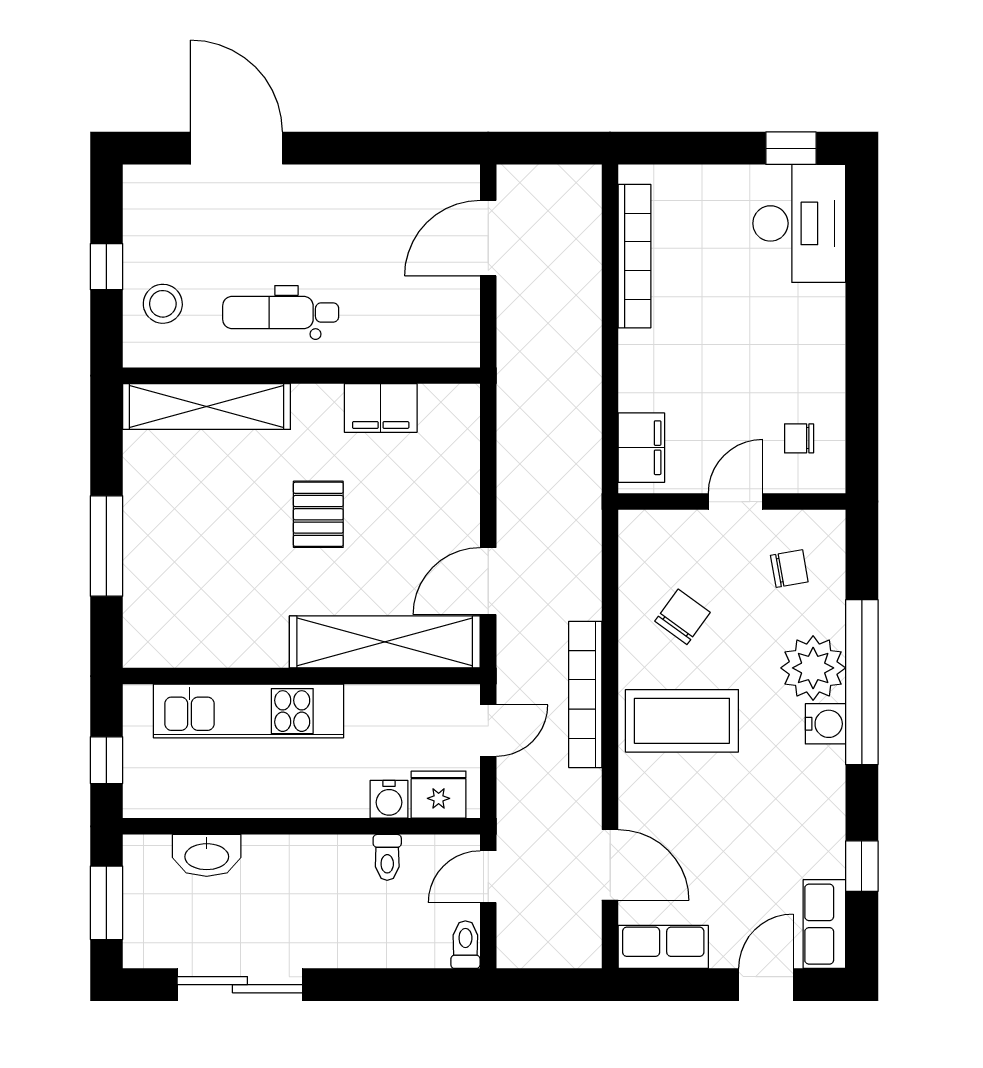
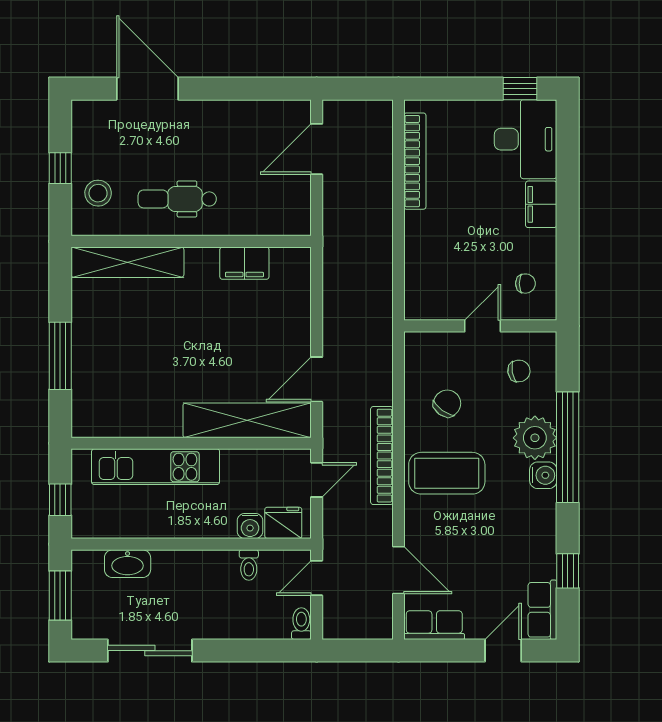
chair: (799, 438) -> (525, 284), turned 180
filing cabinet: (641, 448) -> (541, 204), moved, turned 180
pallet: (318, 514) -> (202, 335), removed

